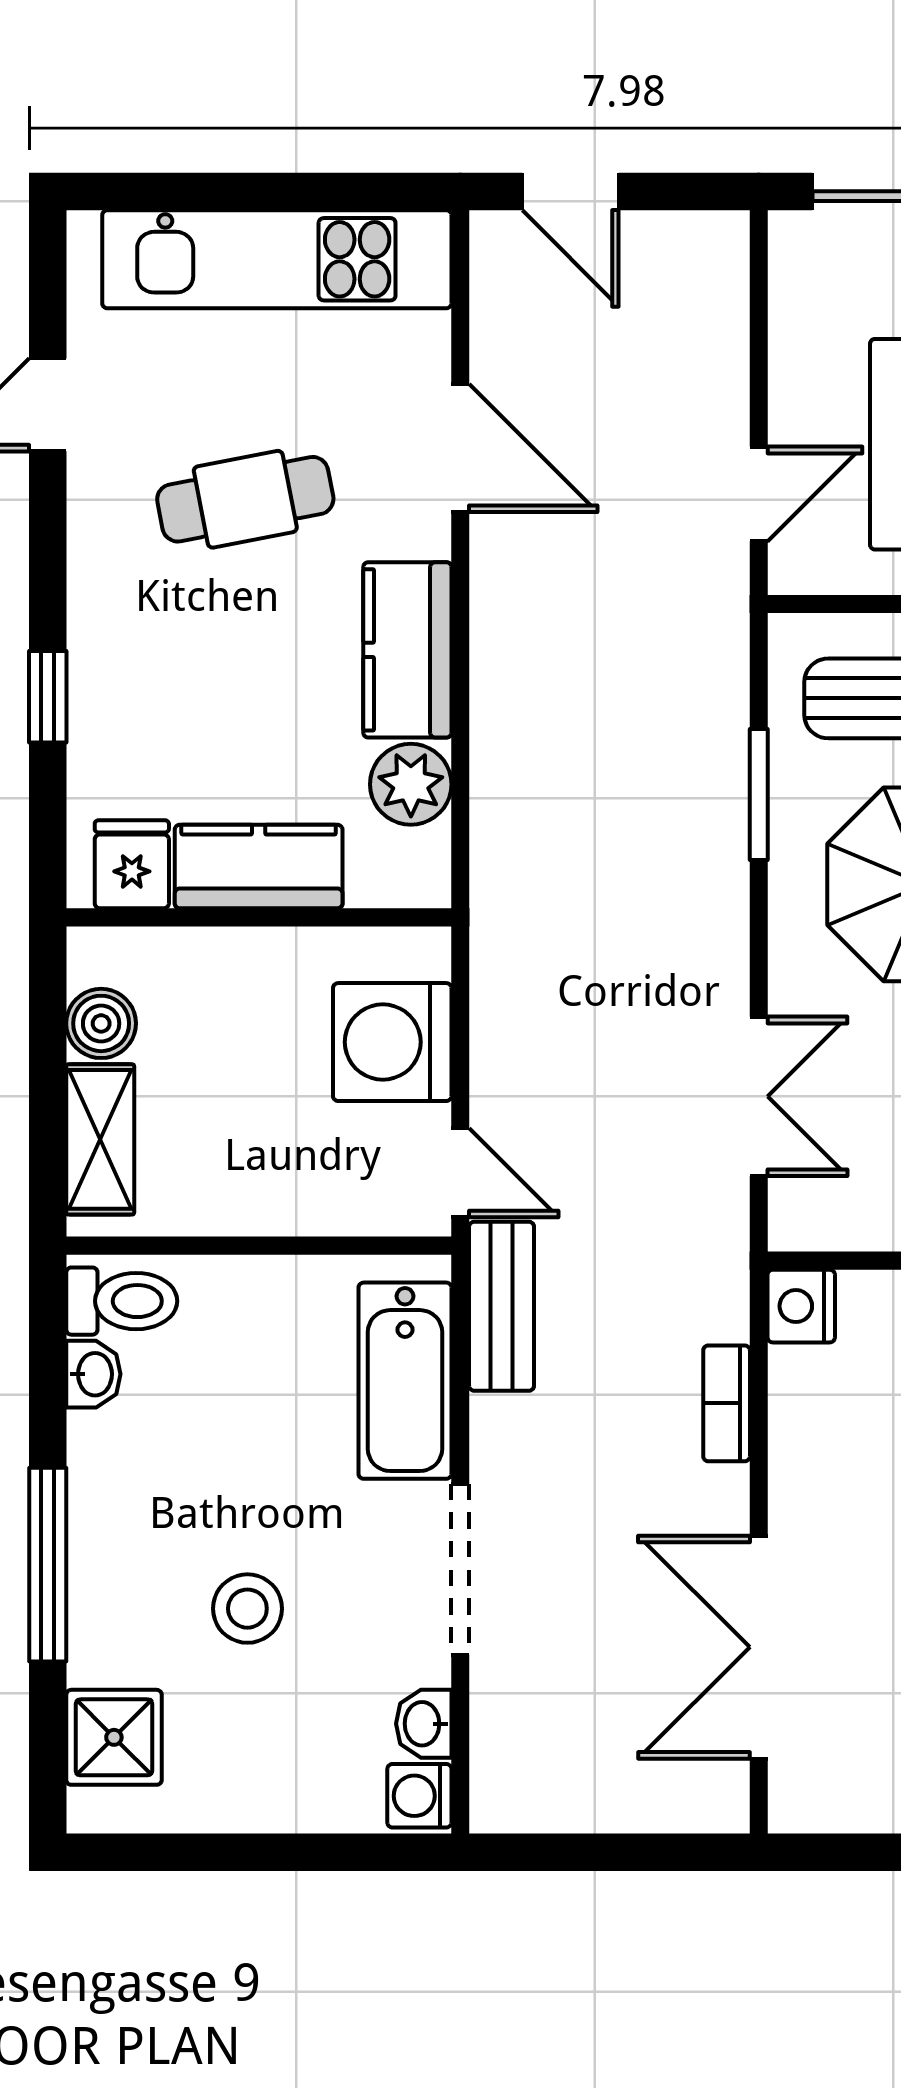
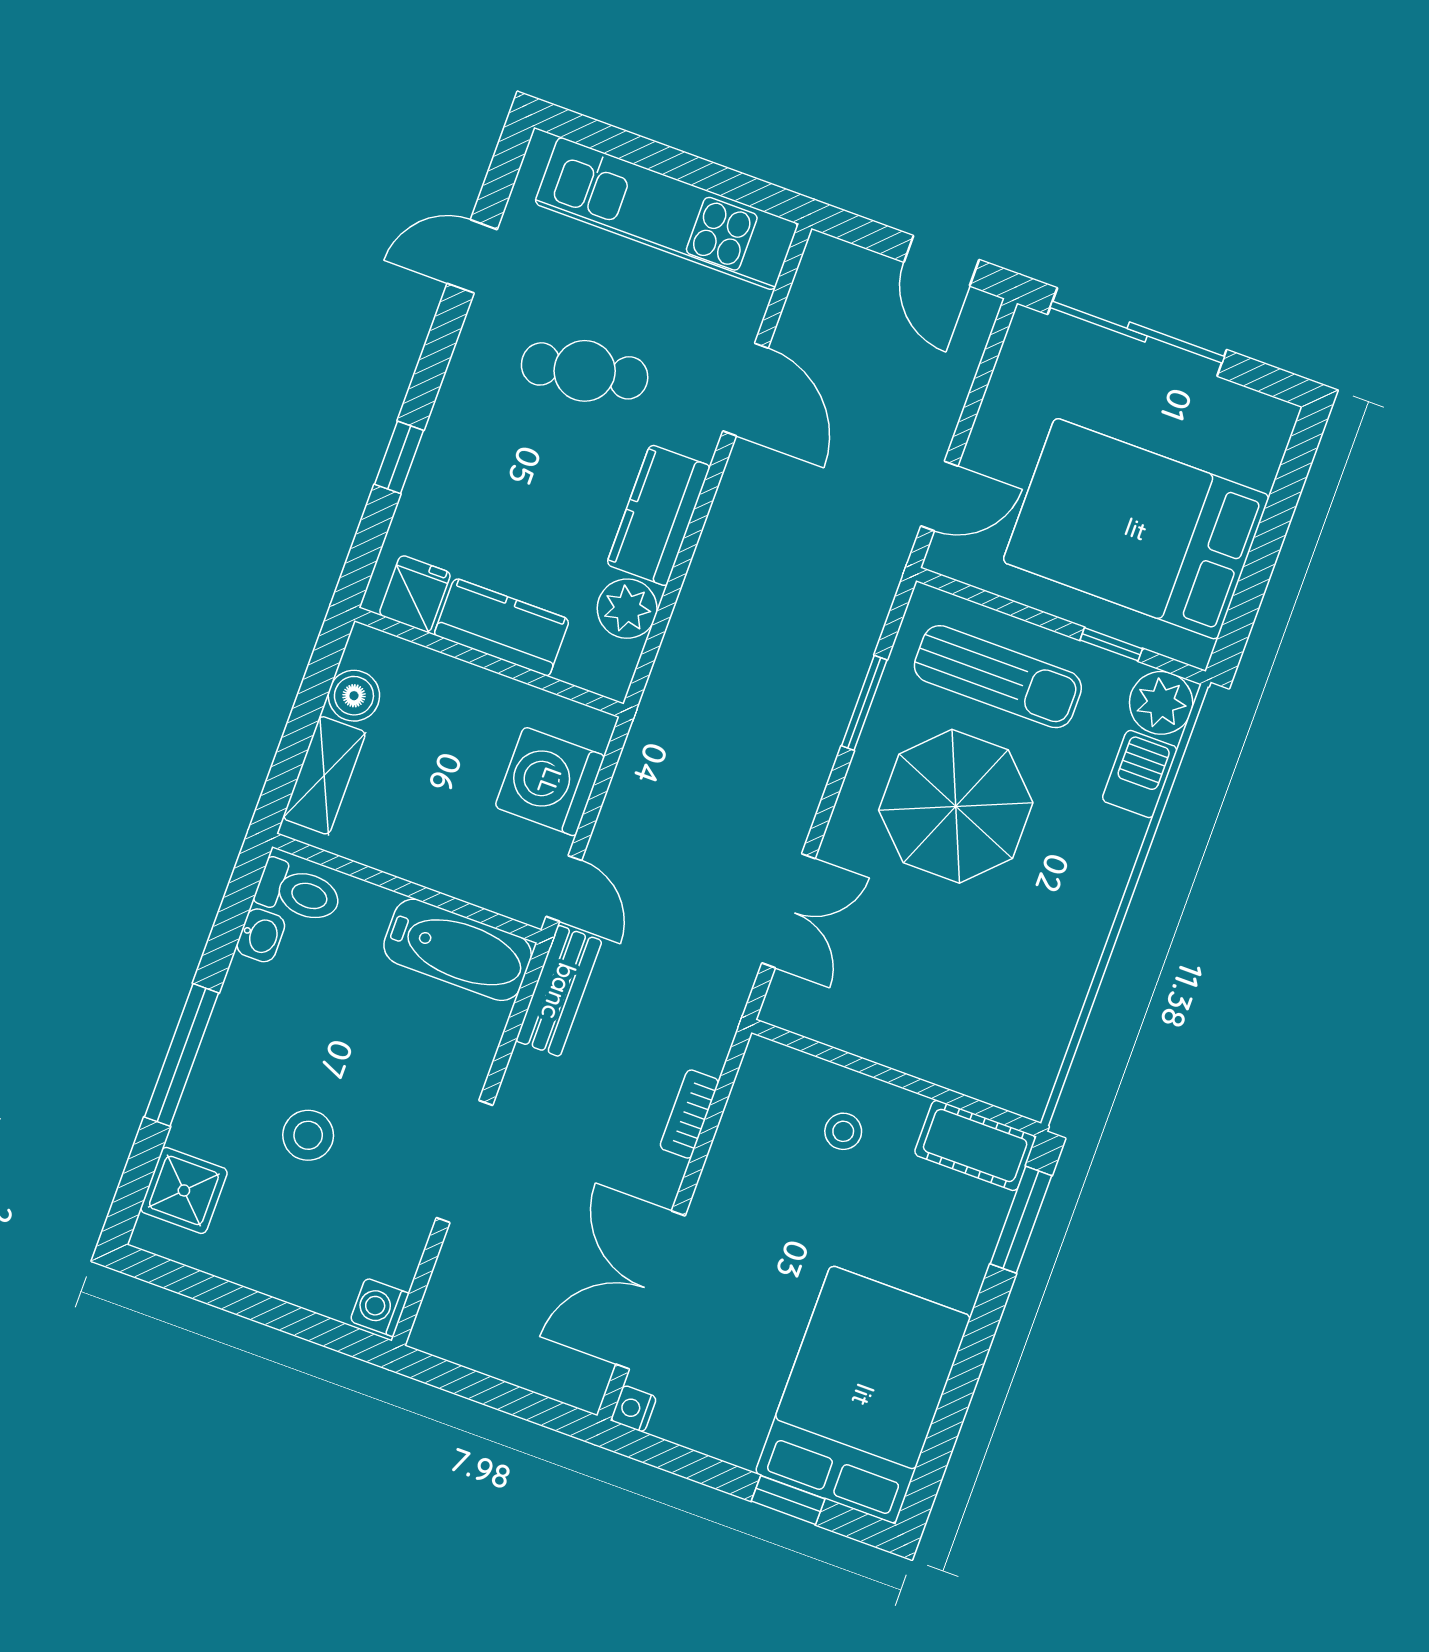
door: (571, 191) -> (942, 261), moved
nightstand: (801, 1306) -> (634, 1409), moved, width x0.72, depth x0.74
bathtub: (405, 1381) -> (458, 950), moved, turned -90
washbasin: (424, 1724) -> (401, 1259), removed

